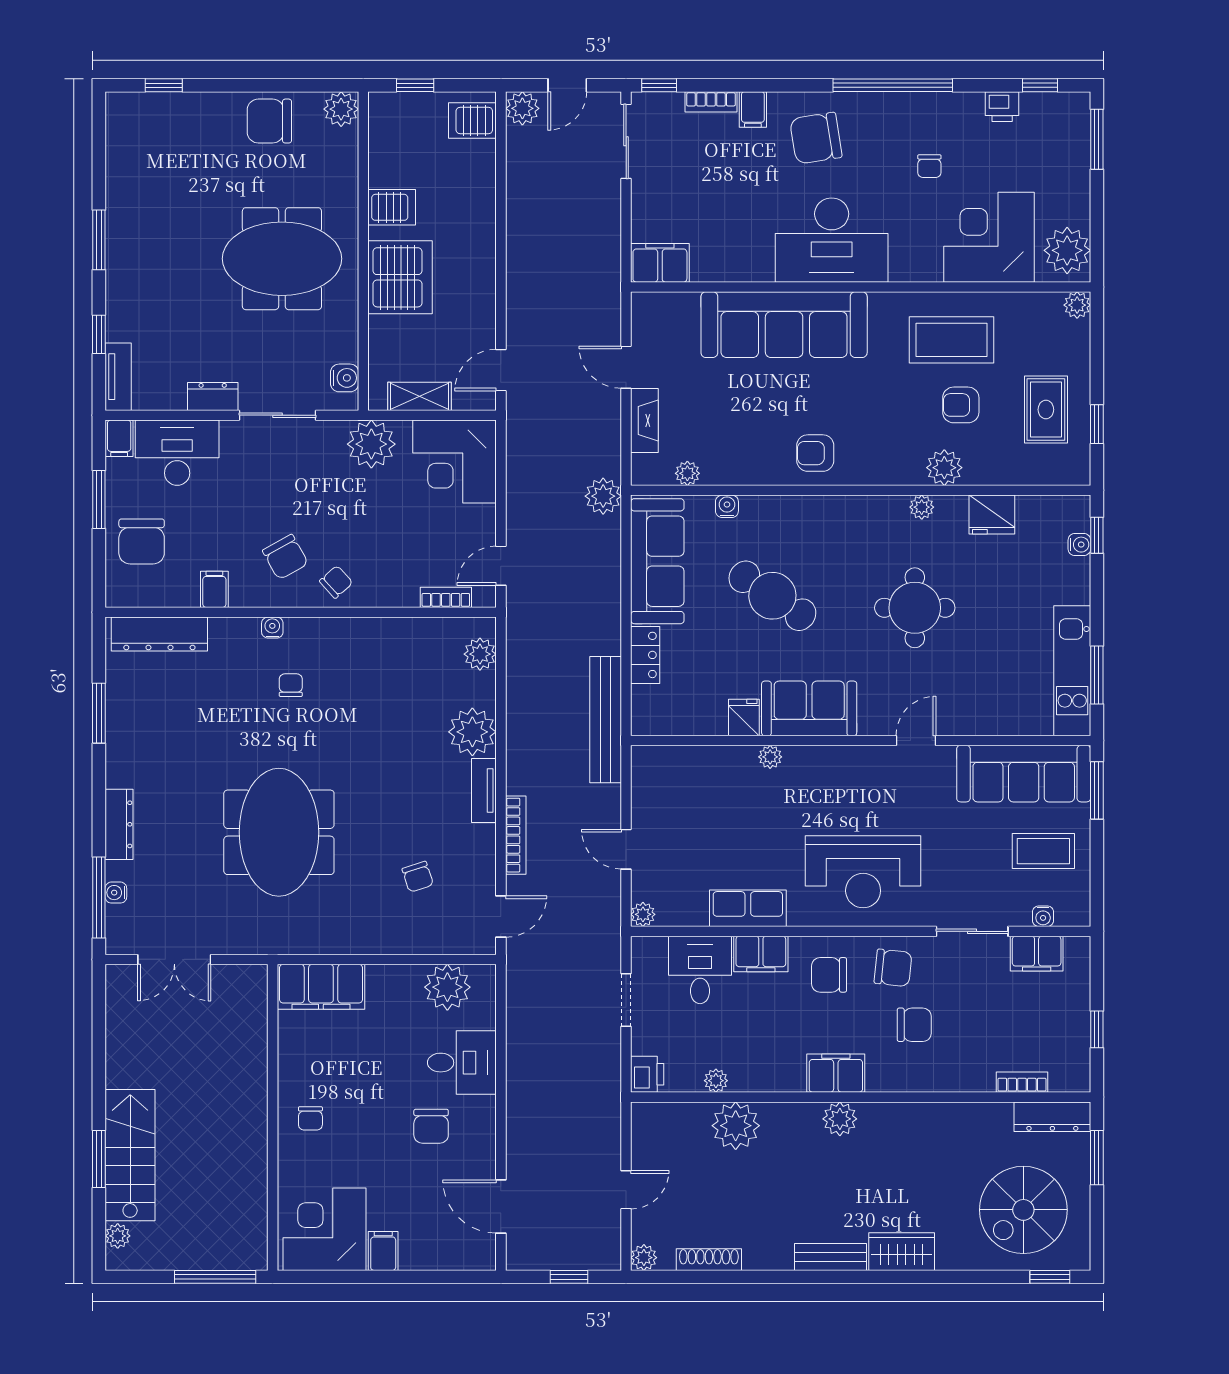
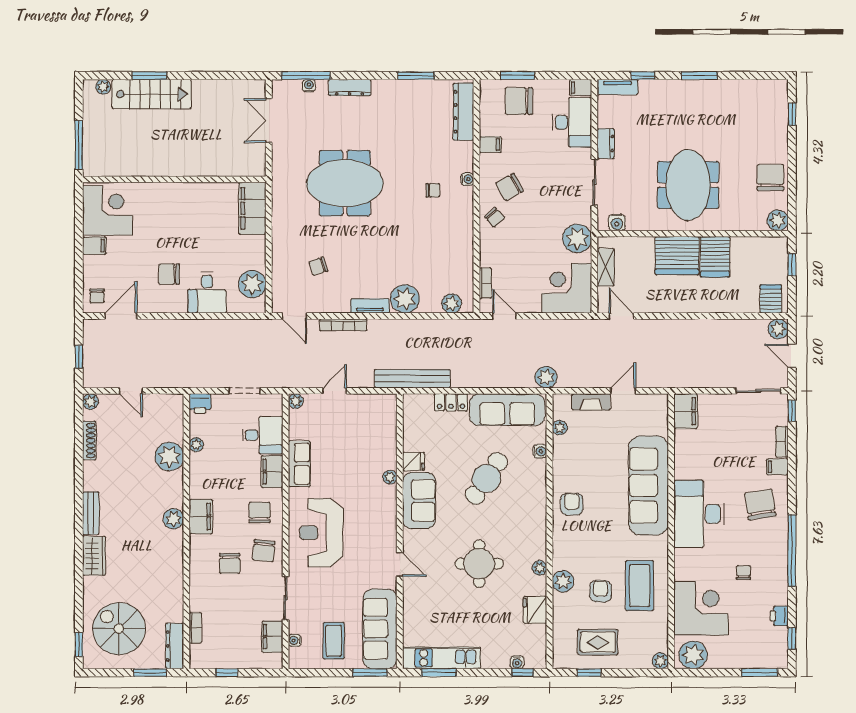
chair: (929, 166) -> (743, 572), turned 90
server rack: (392, 207) -> (715, 257), width x1.36, depth x1.44
window: (99, 500) -> (518, 76), moved
chair: (310, 1118) -> (97, 296), moved, turned -90

